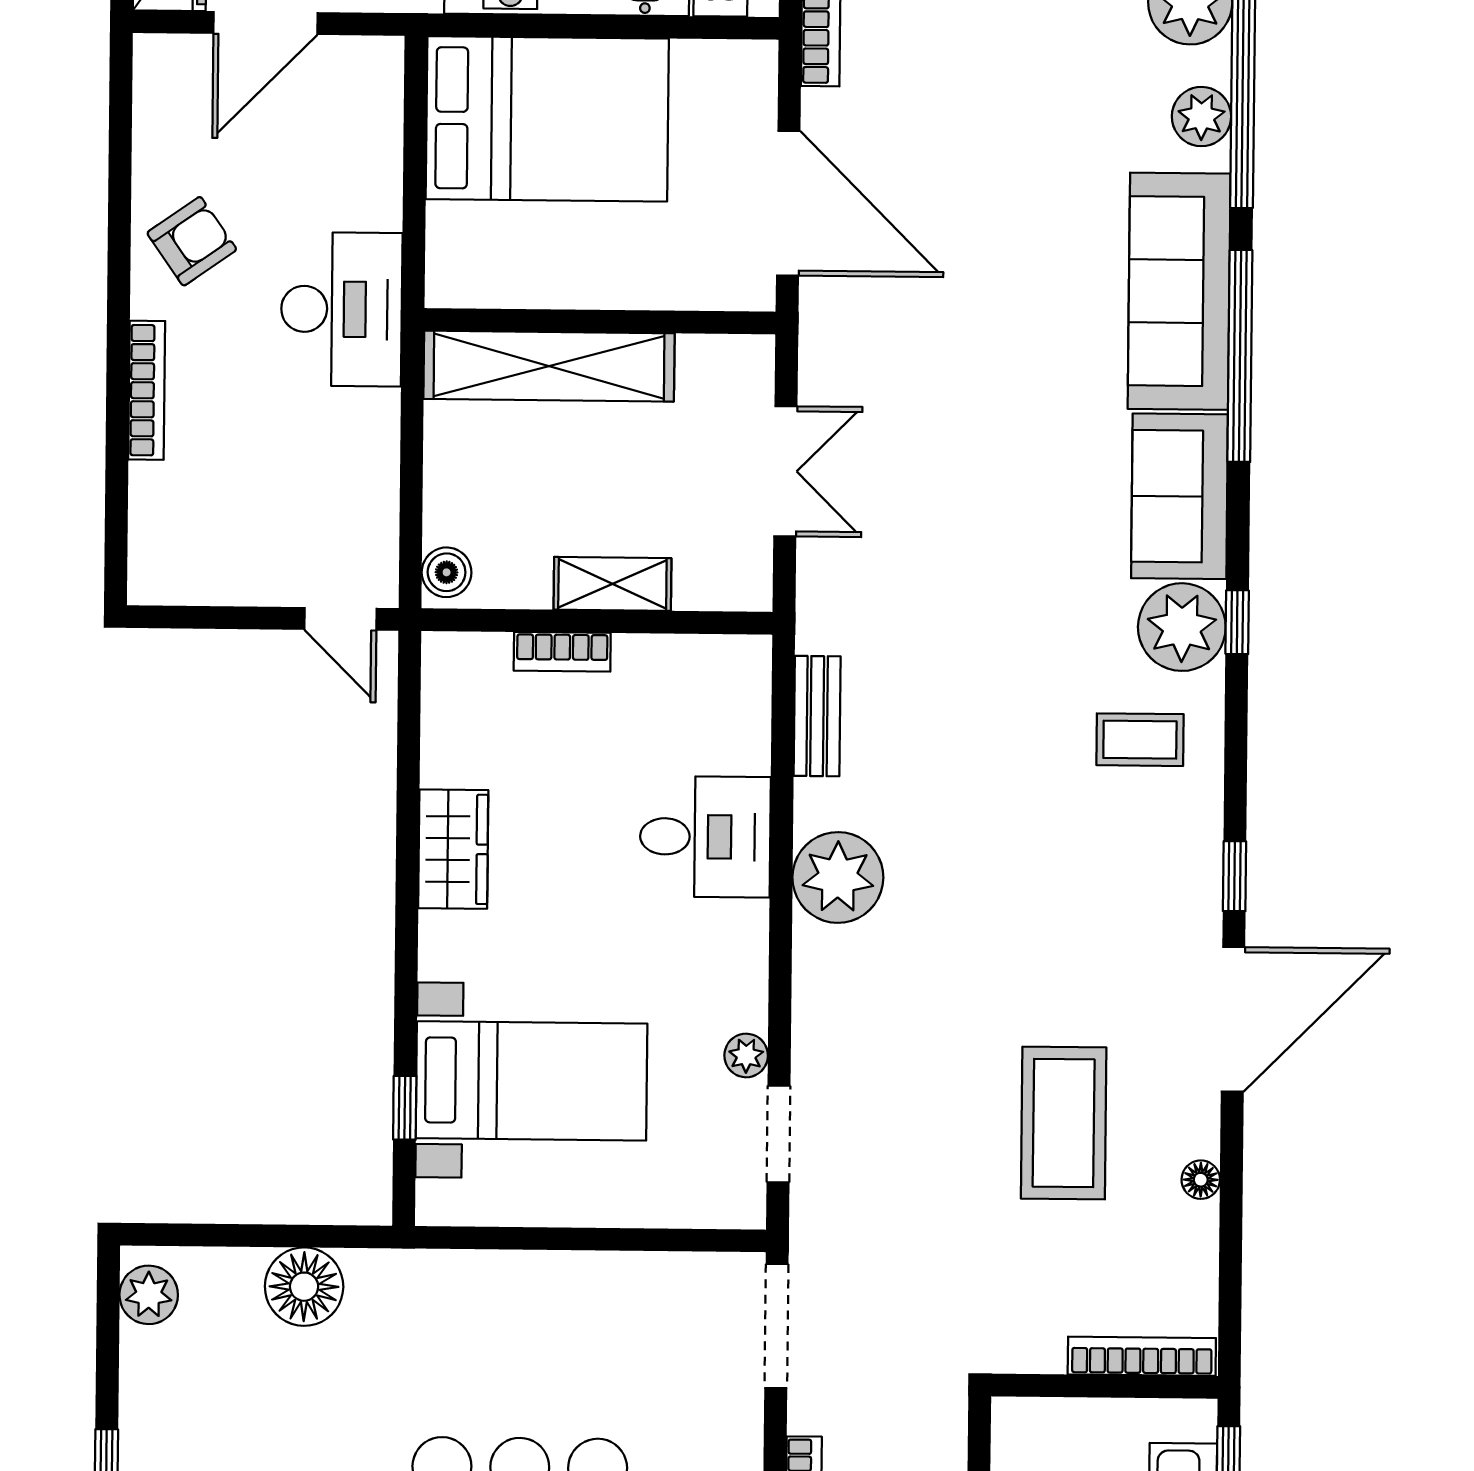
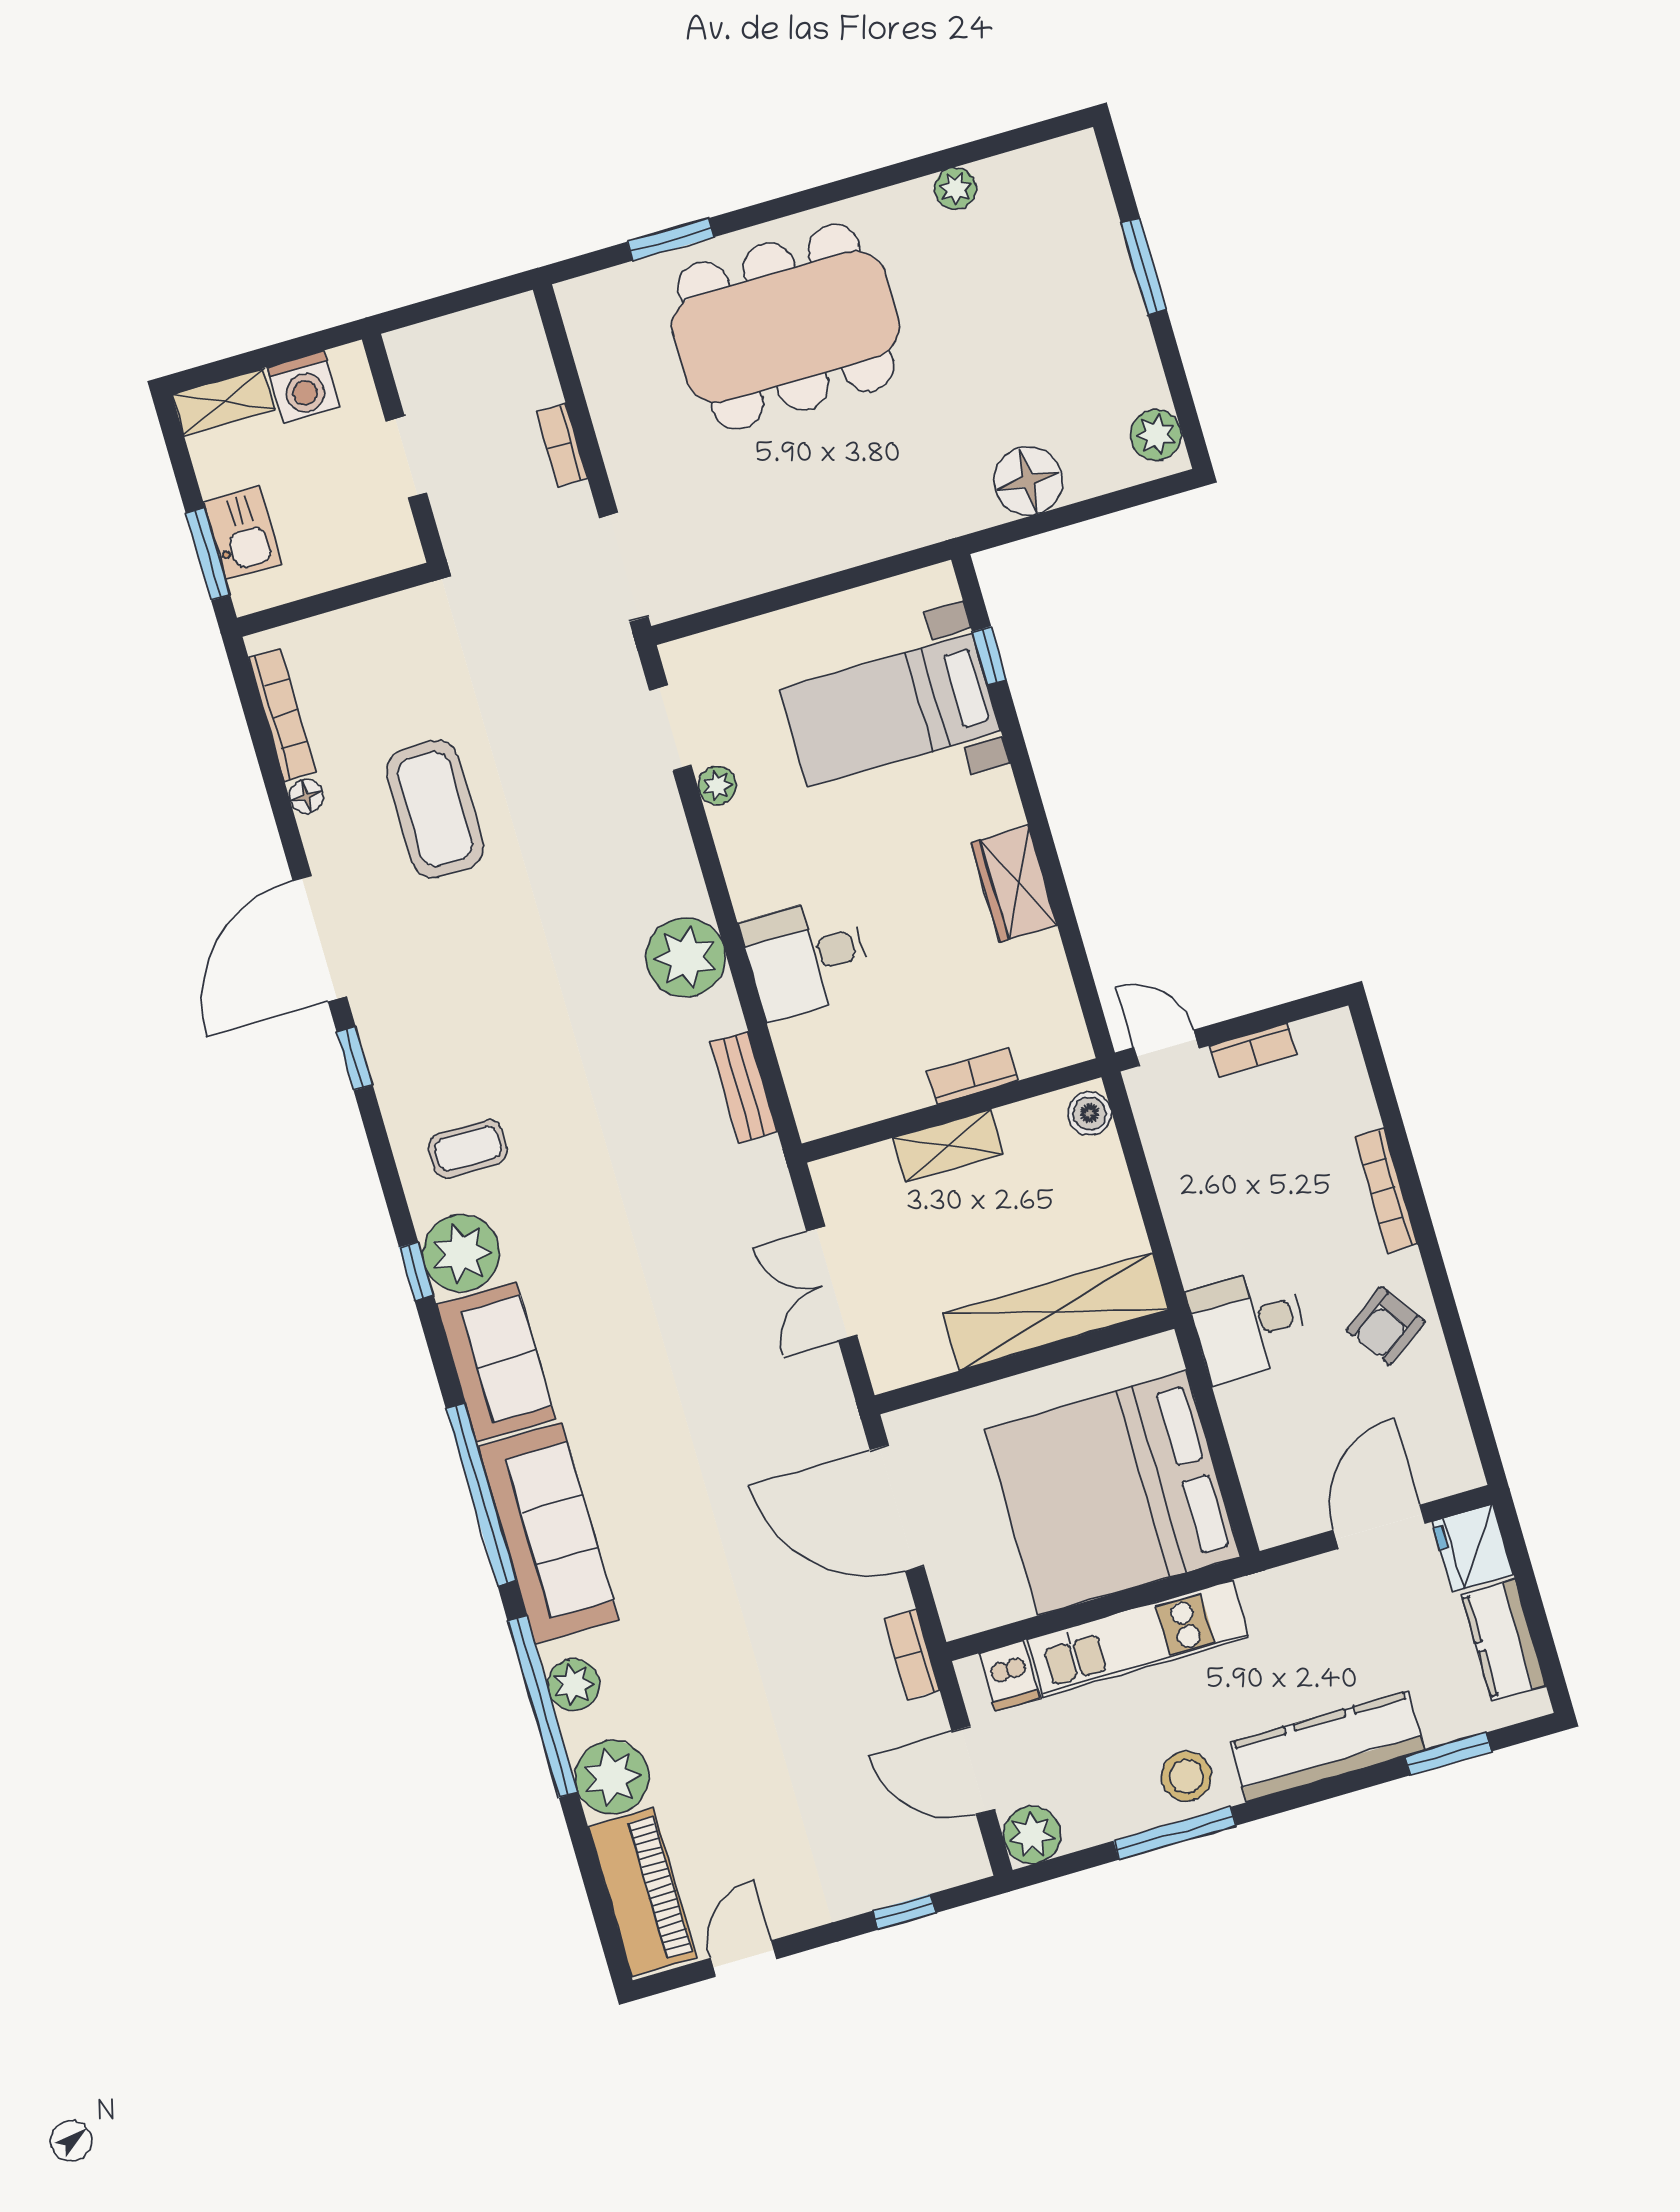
bed: (547, 119) -> (1112, 1493), width x1.36
desk: (342, 309) -> (1249, 1324), width x0.73
bookcase: (246, 588) -> (1253, 1050), added
bookcase: (1142, 1356) -> (282, 715), moved, turned -90

